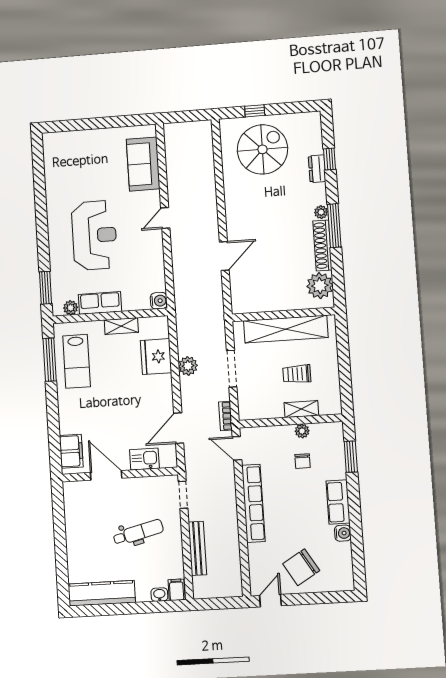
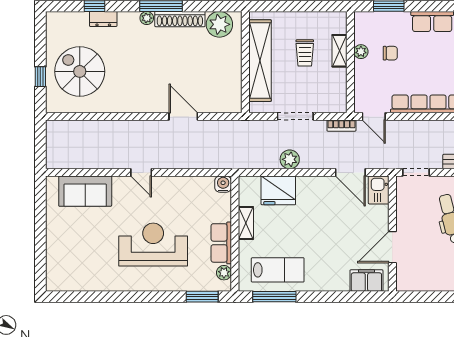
door: (237, 448) -> (374, 116), hinge flipped
kitchen sink: (144, 459) -> (379, 190), moved

